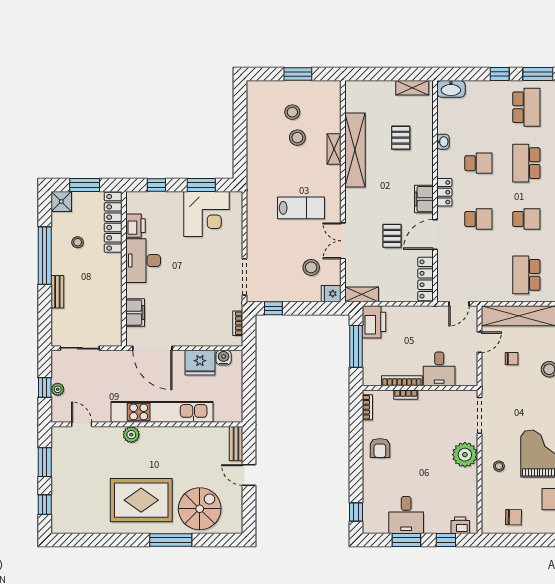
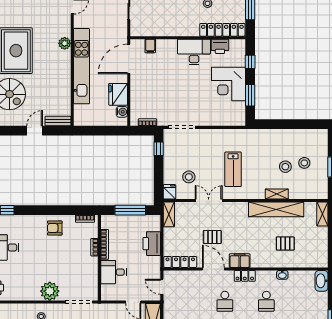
shelving: (412, 88) -> (322, 214), moved
corner desk: (207, 214) -> (229, 84), moved
filing cabinet: (135, 313) -> (150, 46), width x0.50
printer: (374, 322) -> (152, 244), moved, turned 90

